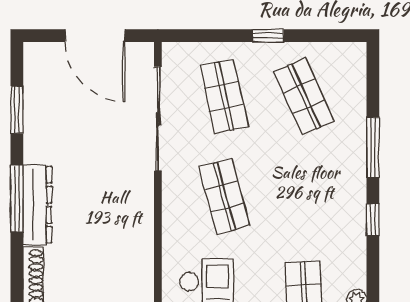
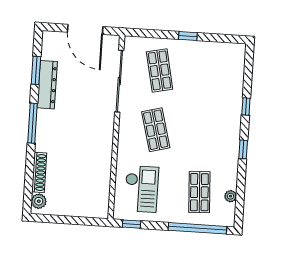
shop shelf: (304, 96) -> (207, 73), removed
window: (373, 148) -> (246, 107), width x0.46
dresser: (37, 205) -> (47, 85), moved

